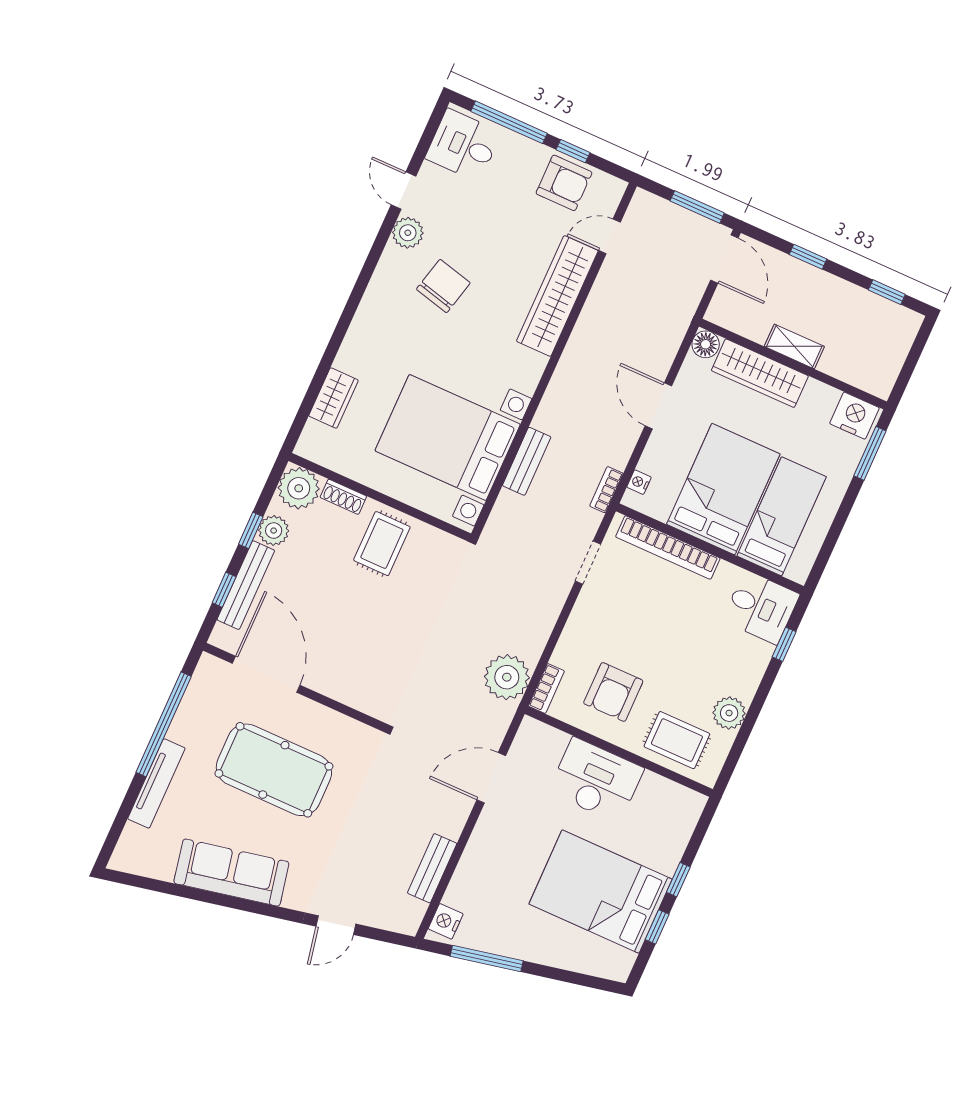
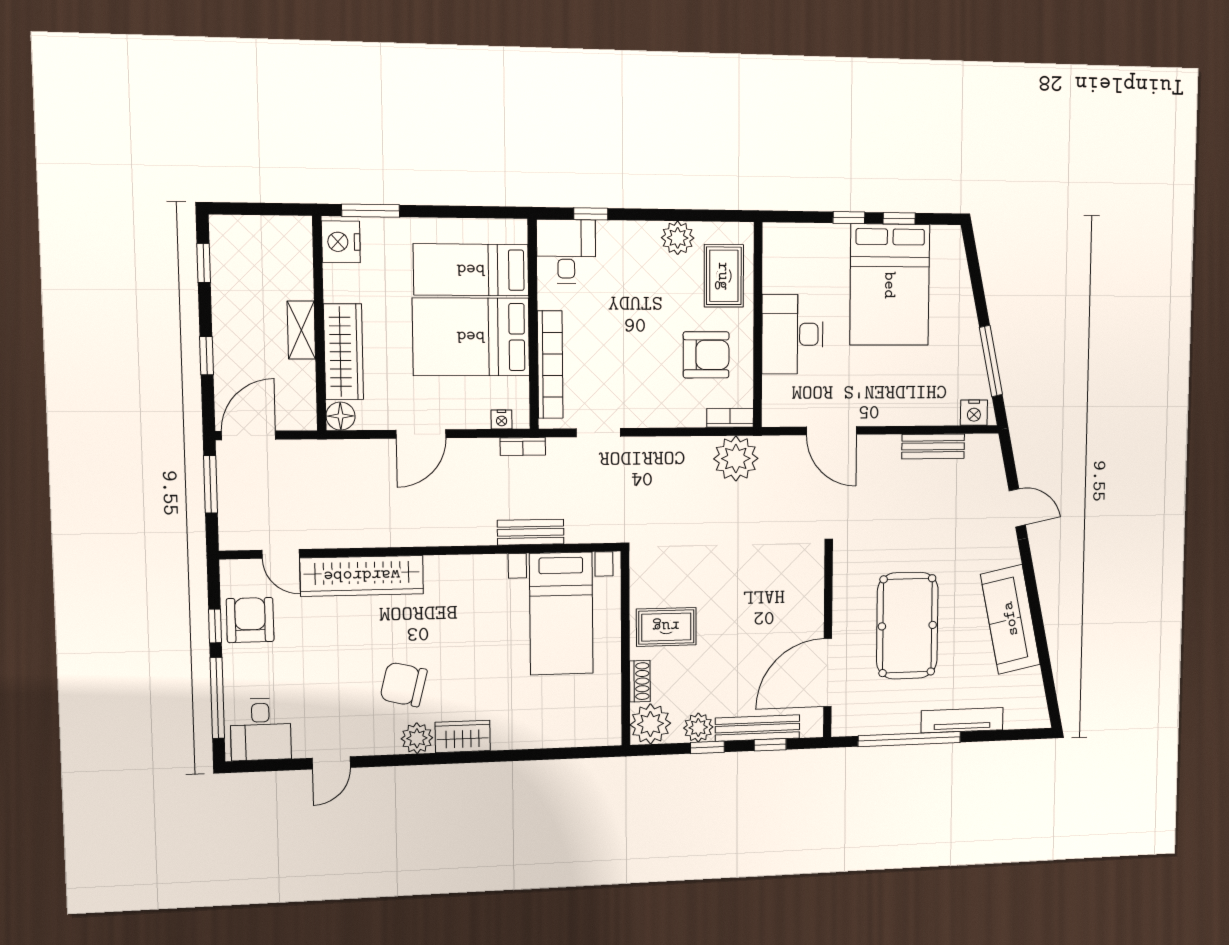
plant: (408, 233) -> (417, 738), moved
wardrobe: (333, 398) -> (463, 736), moved
bed with nightstands: (448, 438) -> (561, 614), width x0.73

